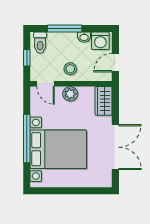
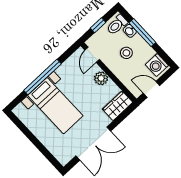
washbasin: (84, 37) -> (130, 31), moved
stool: (70, 69) -> (126, 53), moved
bed with nightstands: (58, 149) -> (55, 106), width x0.73

